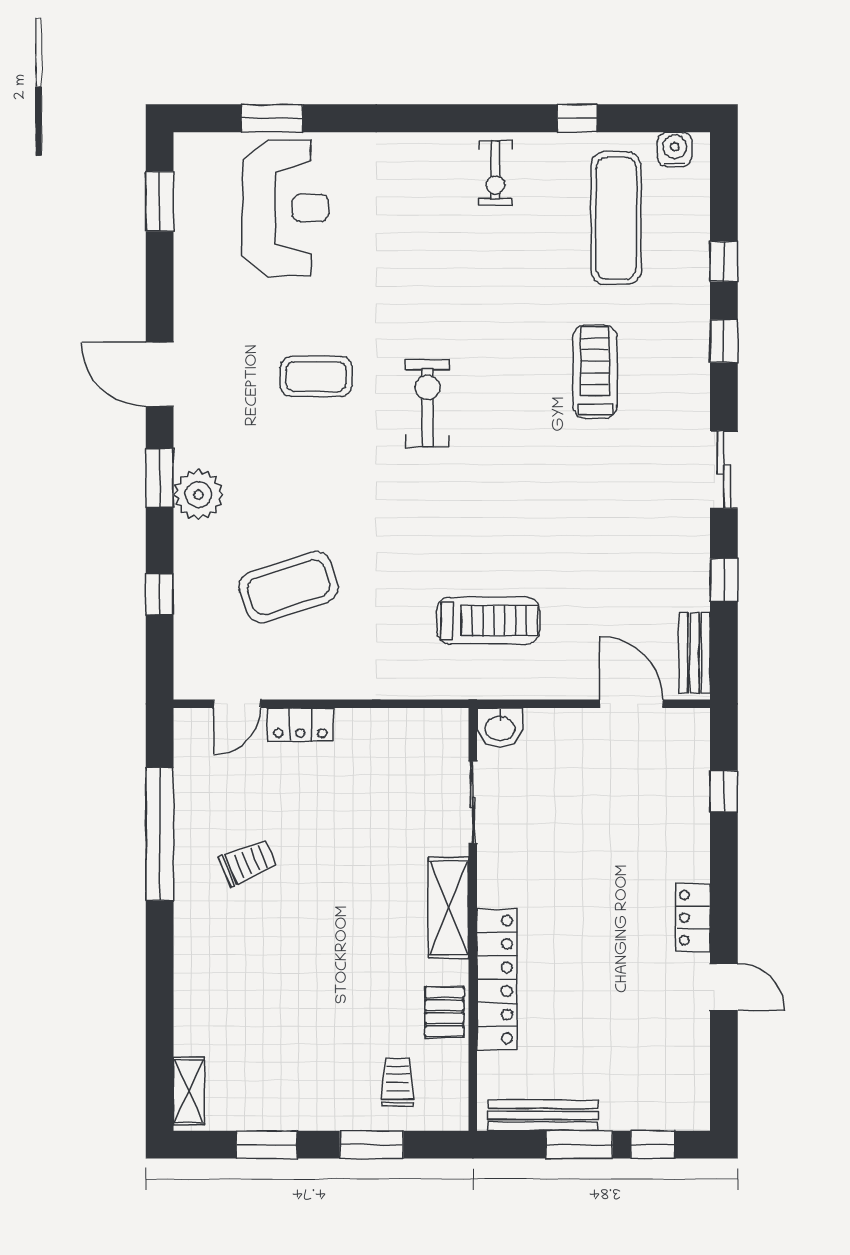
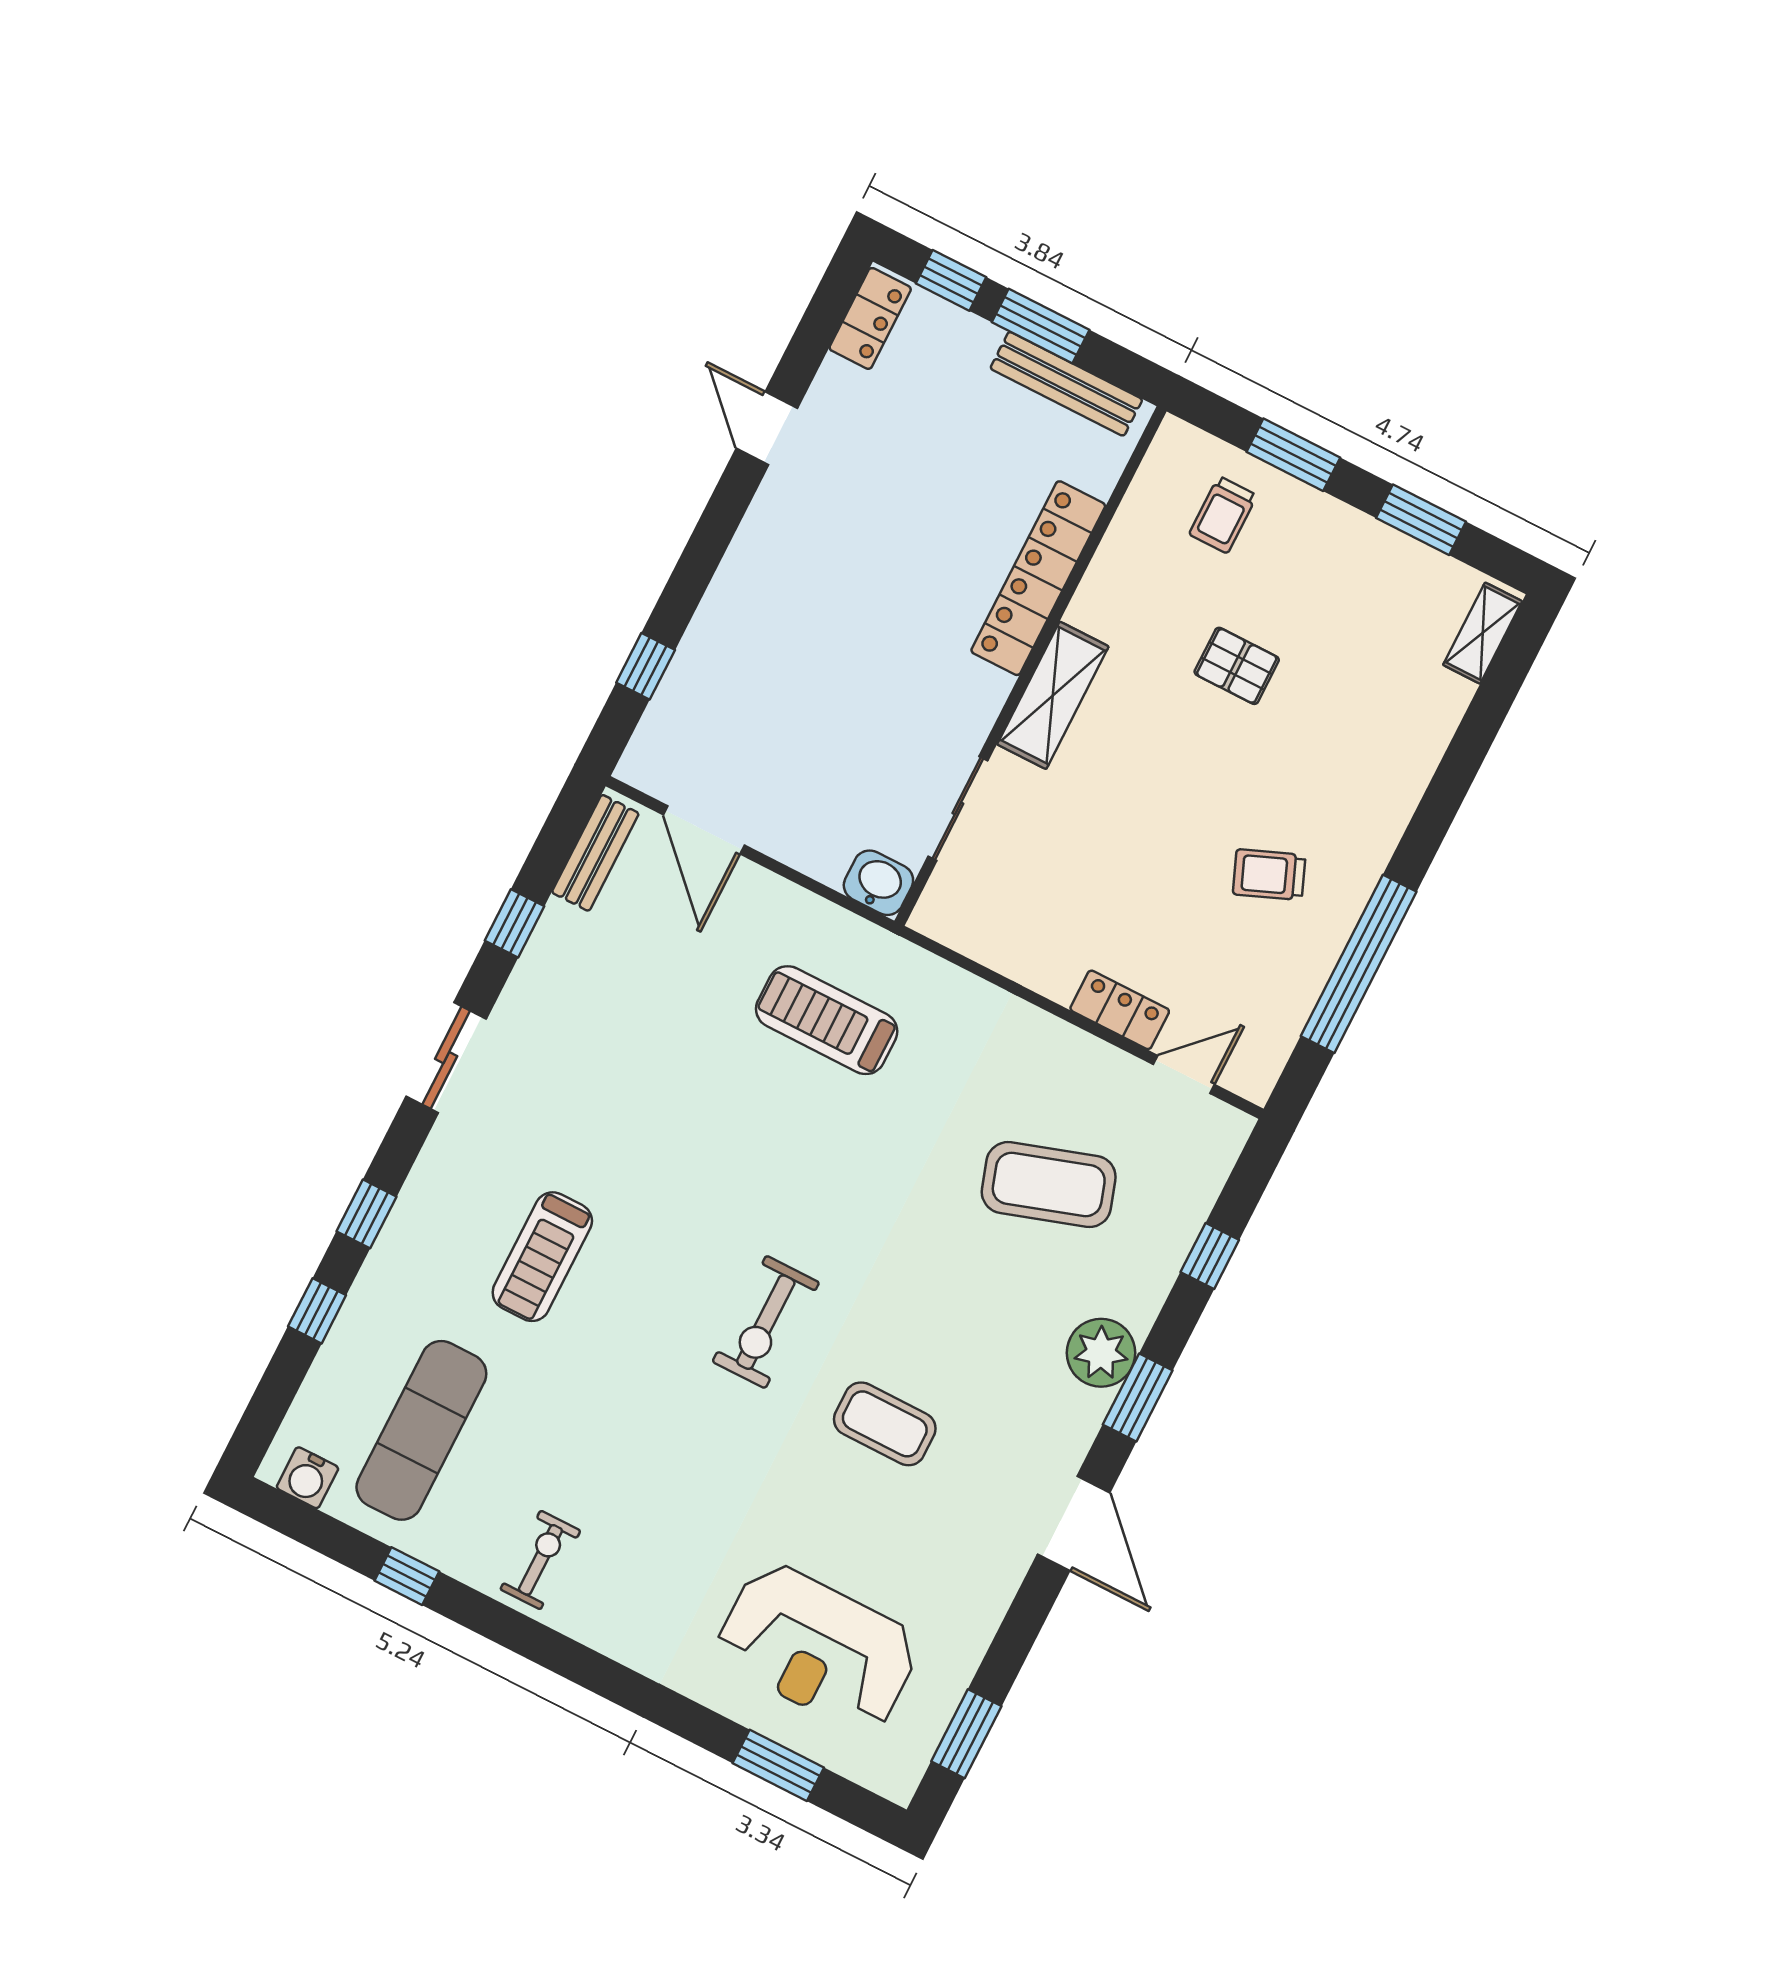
reception desk: (285, 208) -> (818, 1648), turned -90
locker: (693, 918) -> (870, 318), moved
pallet: (444, 1012) -> (1237, 666), moved, turned 90

